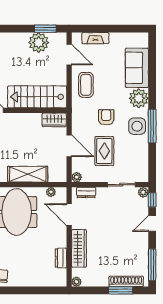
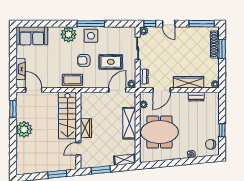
plant: (39, 43) -> (24, 129), moved
door: (69, 55) -> (34, 90), hinge flipped
sofa: (137, 68) -> (32, 36), moved
coffee table: (86, 85) -> (72, 80), moved
wardrobe: (54, 120) -> (86, 128), moved
door: (69, 146) -> (117, 90), moved
window: (19, 290) -> (222, 130), added

